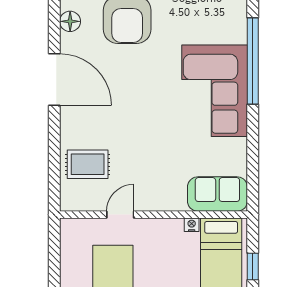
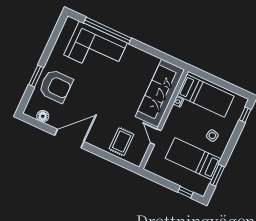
corner sofa: (215, 91) -> (95, 49), moved
sofa: (217, 194) -> (160, 93), width x1.85, depth x1.27
window: (253, 266) -> (215, 80), removed

